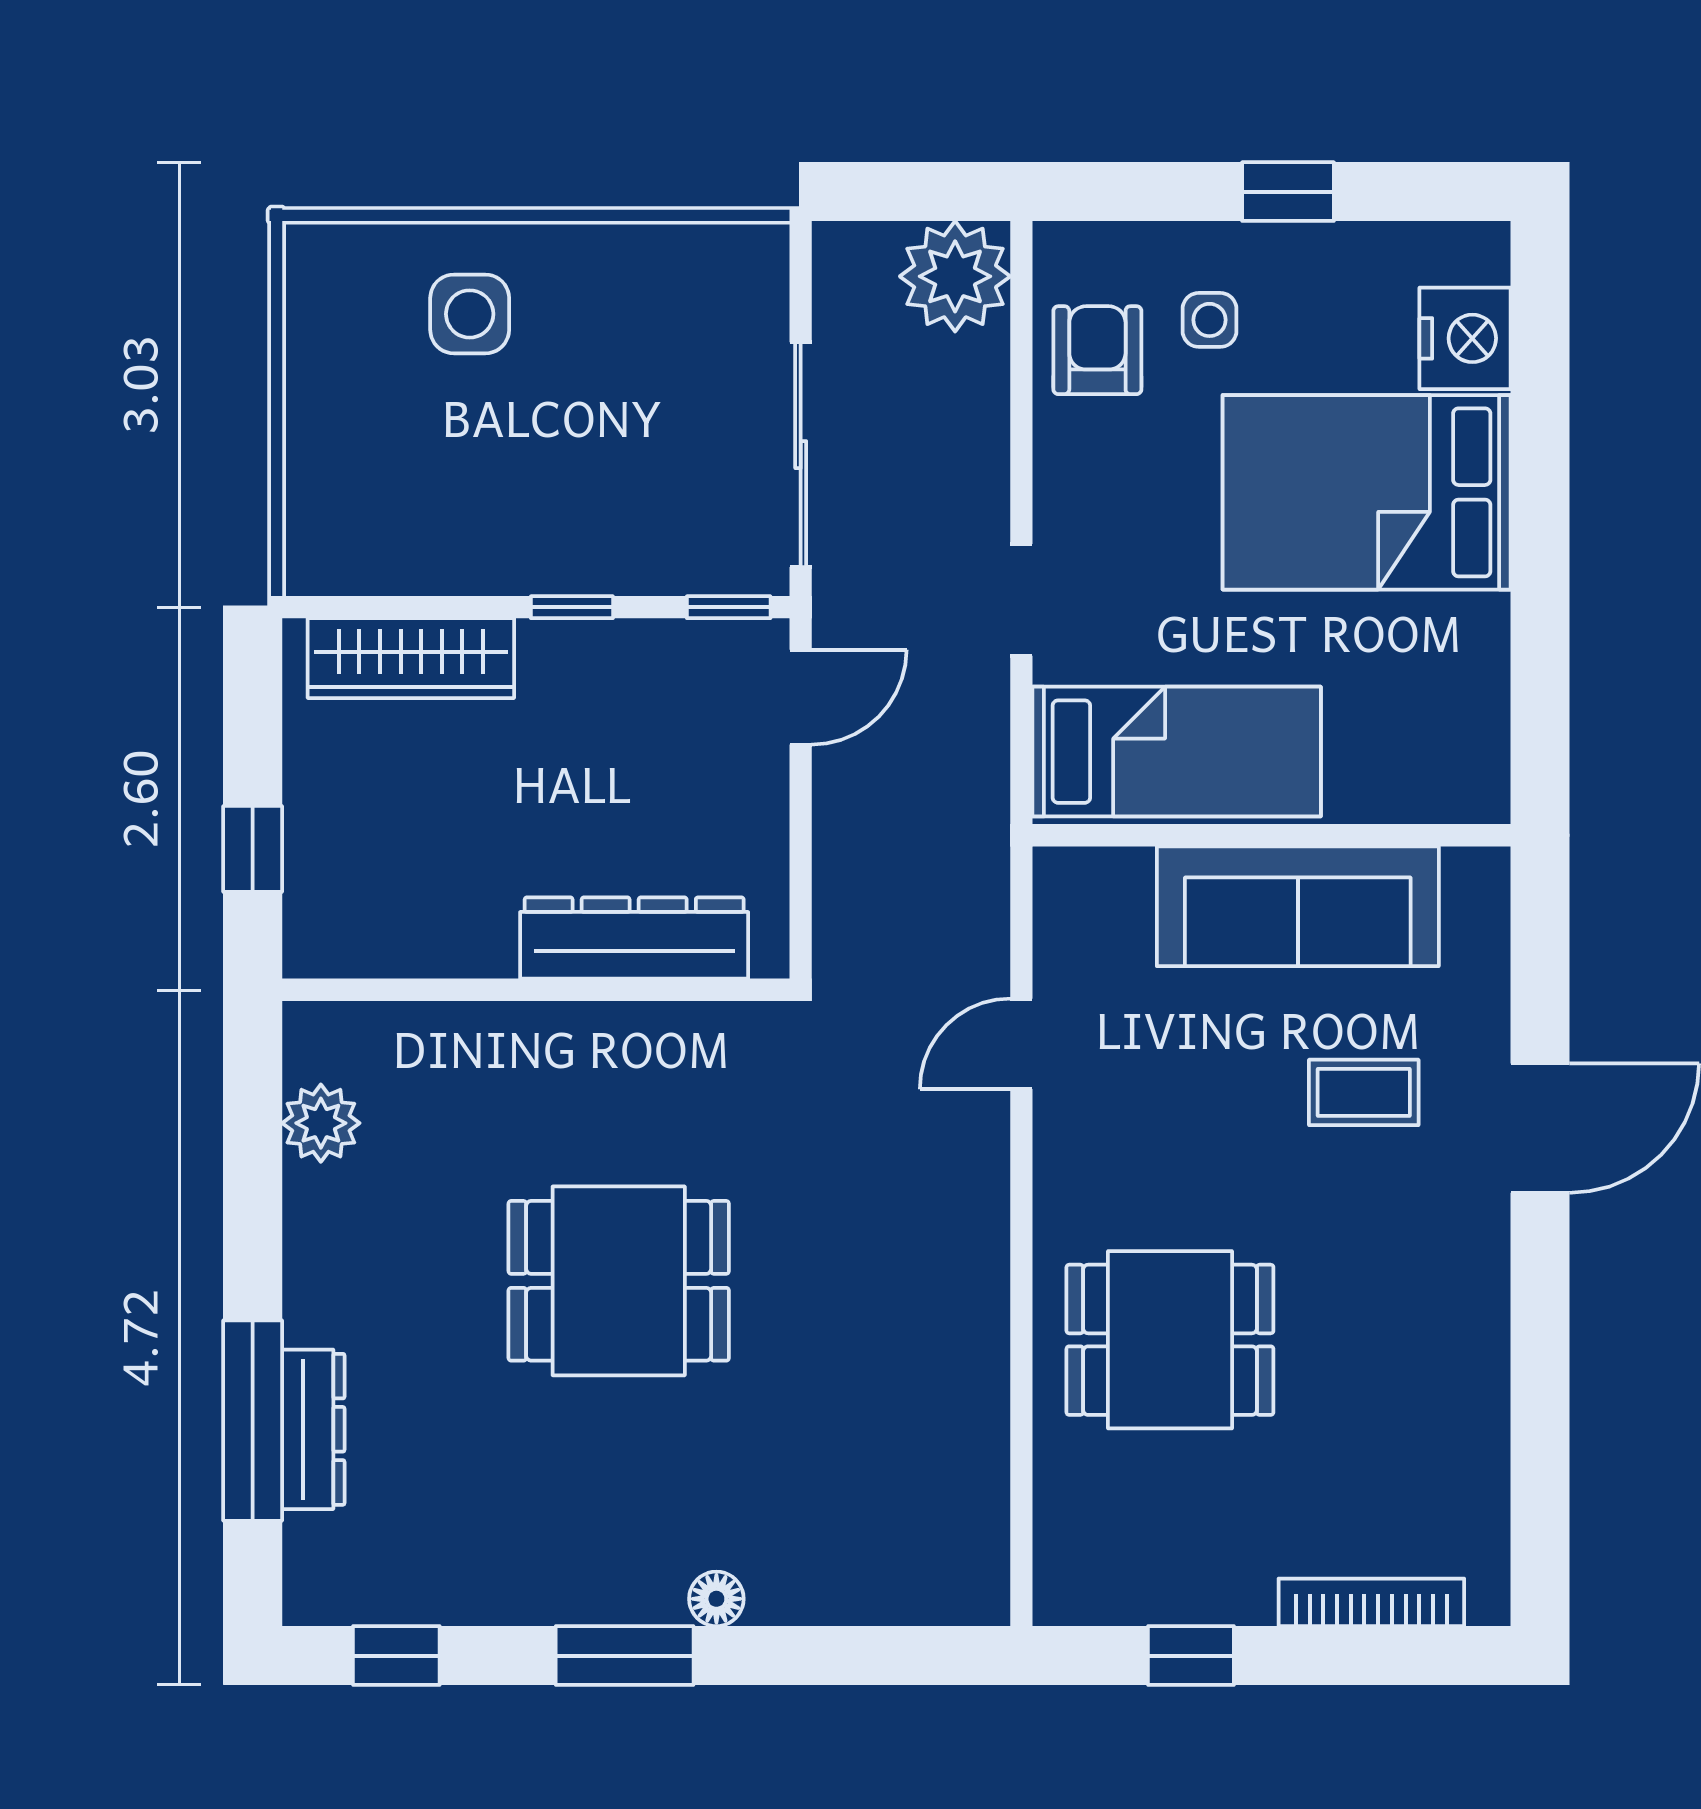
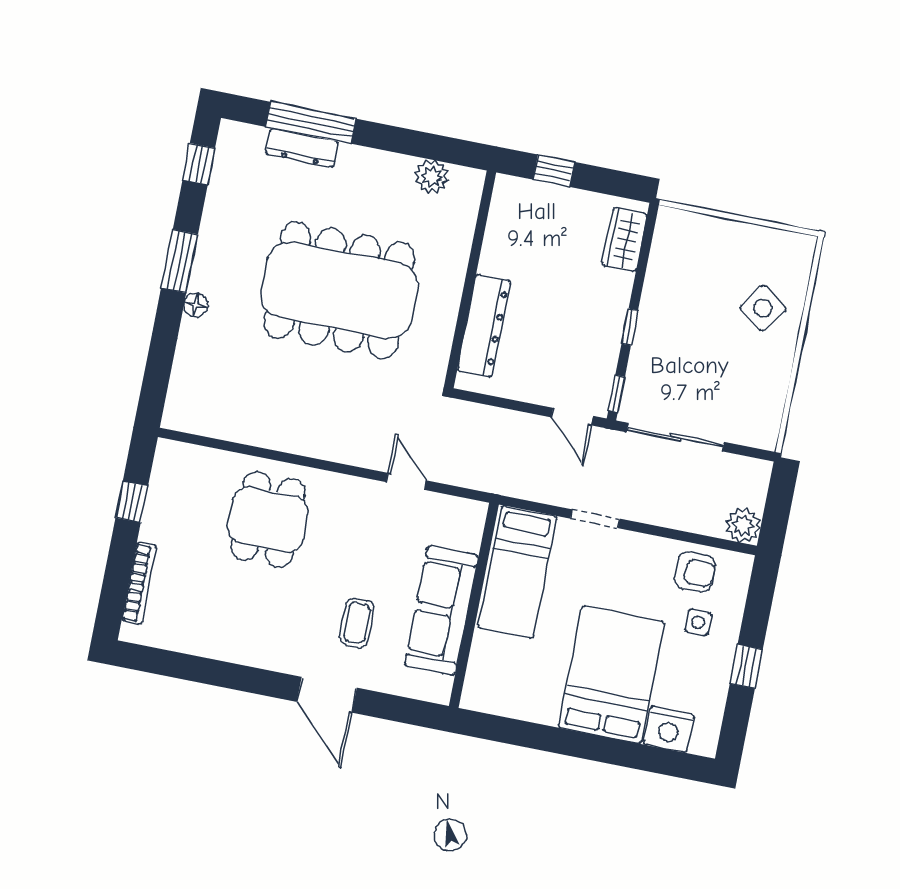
plant: (955, 276) -> (743, 525), width x0.73, depth x0.73
side table: (470, 314) -> (763, 308), turned 36
wardrobe: (411, 658) -> (625, 240), width x0.67
dining table: (619, 1281) -> (339, 290), width x1.88, depth x1.24

